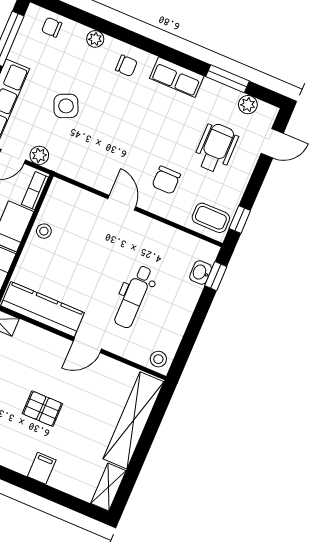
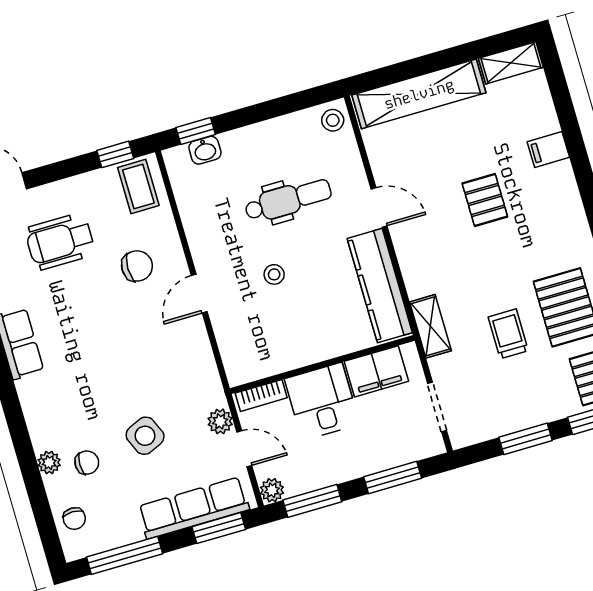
chair: (126, 66) -> (87, 463), moved, turned 90
stool: (44, 231) -> (274, 274), moved

